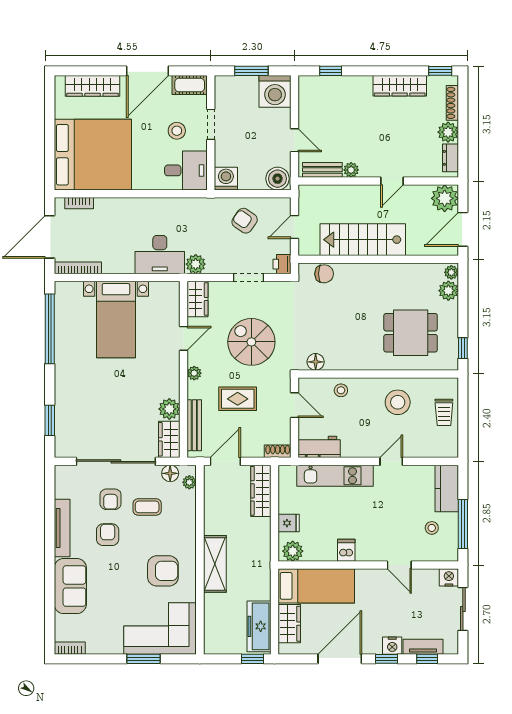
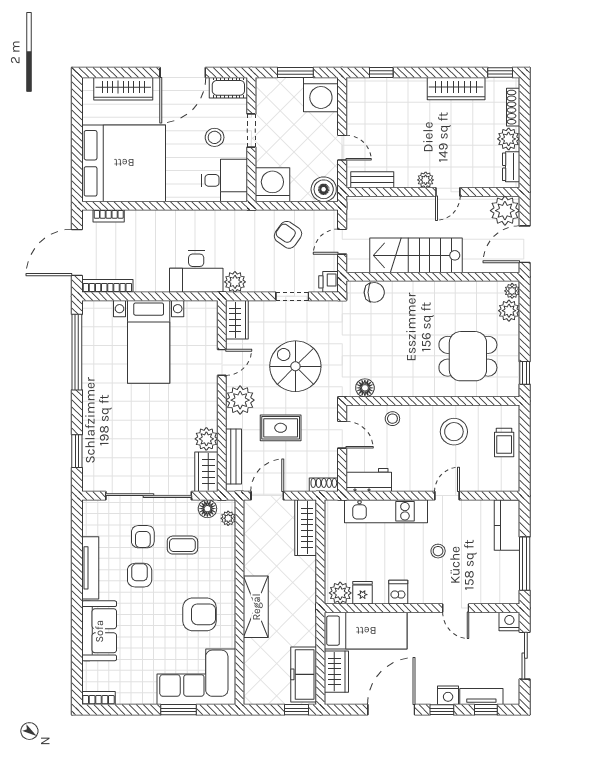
plant: (351, 170) -> (426, 180), moved
washing machine: (226, 179) -> (272, 185), width x1.37, depth x1.37
plant: (194, 373) -> (240, 400), width x1.88, depth x1.88
fridge: (289, 523) -> (363, 593), moved, turned -90
stool: (432, 528) -> (438, 551), moved

